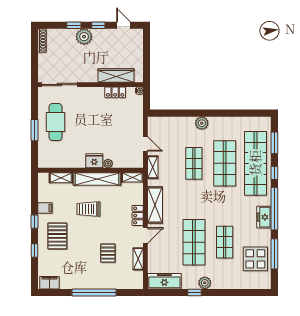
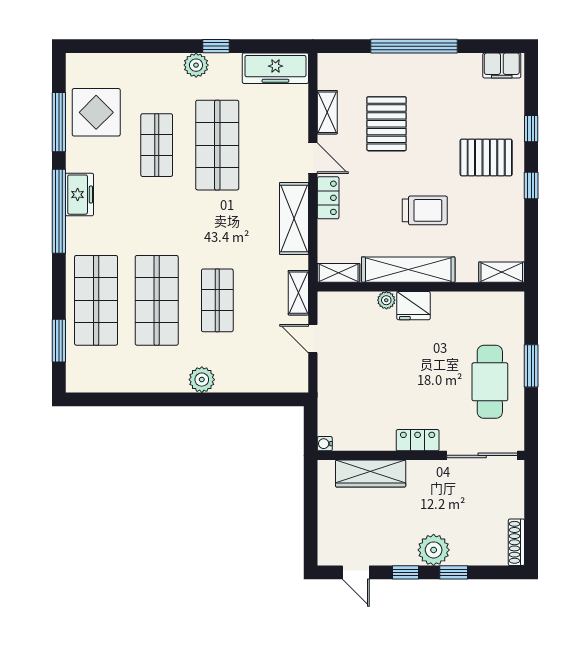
locker: (115, 92) -> (418, 440), moved
shop shelf: (255, 163) -> (96, 300), width x0.71
window: (274, 173) -> (59, 282), removed
shelving: (61, 178) -> (502, 272), moved
filing cabinet: (45, 208) -> (510, 212), removed
pallet: (57, 236) -> (486, 157), turned 90
door: (145, 236) -> (313, 158), swing flipped
pallet: (108, 253) -> (387, 124), width x1.50, depth x1.42

